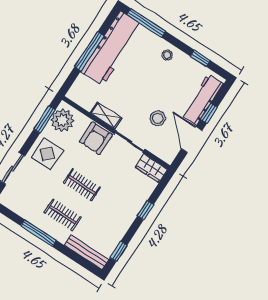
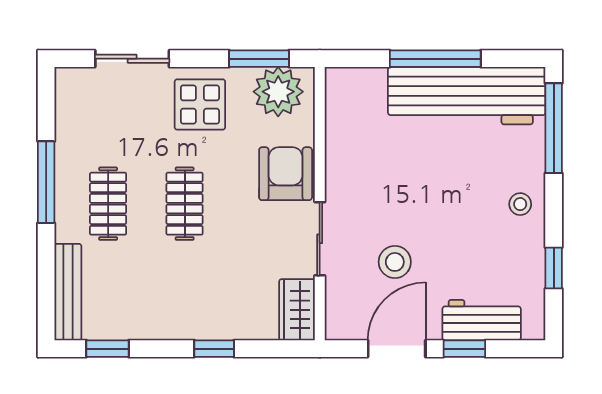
workbench: (202, 99) -> (482, 320), width x0.73
shelving: (106, 115) -> (339, 165), removed
armchair: (96, 138) -> (286, 174), turned 90

